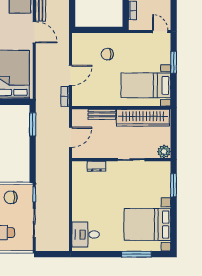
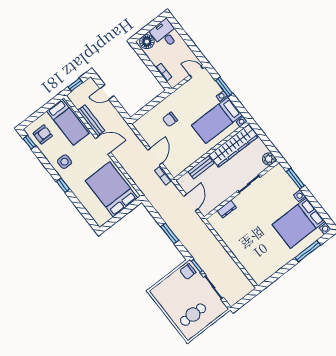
window: (33, 124) -> (170, 233), moved
chair: (11, 197) -> (188, 272), moved
desk: (86, 234) -> (258, 266), removed

